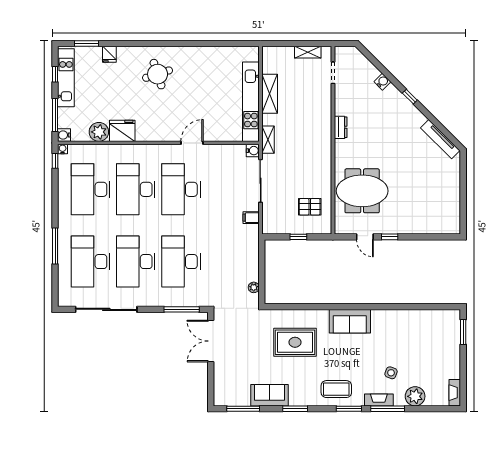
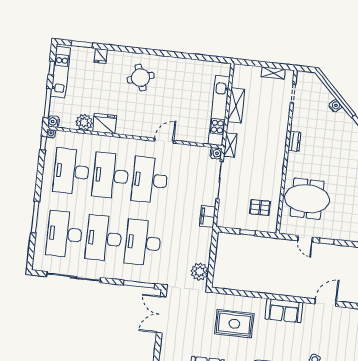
filing cabinet: (251, 218) -> (208, 216), width x2.00
plant: (254, 287) -> (200, 272), width x1.87, depth x1.87
door: (396, 307) -> (326, 303), added

